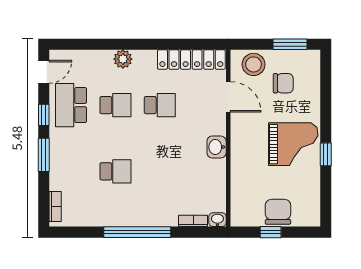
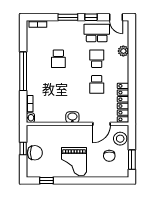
plant: (123, 59) -> (123, 51), moved
school desk: (115, 105) -> (97, 59), turned 180
window: (326, 154) -> (46, 180), moved

